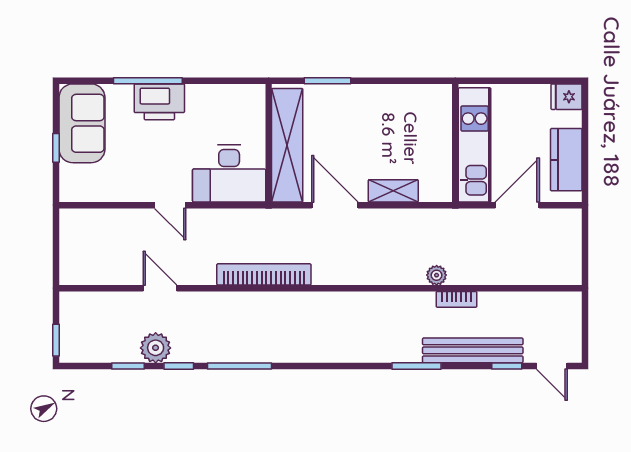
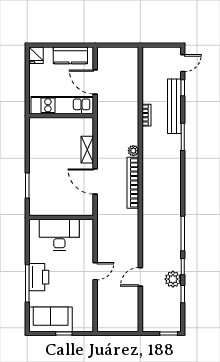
shelving: (287, 145) -> (62, 207), removed
desk: (229, 173) -> (59, 235), moved, turned -90
door: (335, 205) -> (95, 181), hinge flipped
bookcase: (264, 274) -> (133, 183), moved
plant: (437, 275) -> (133, 151), moved

